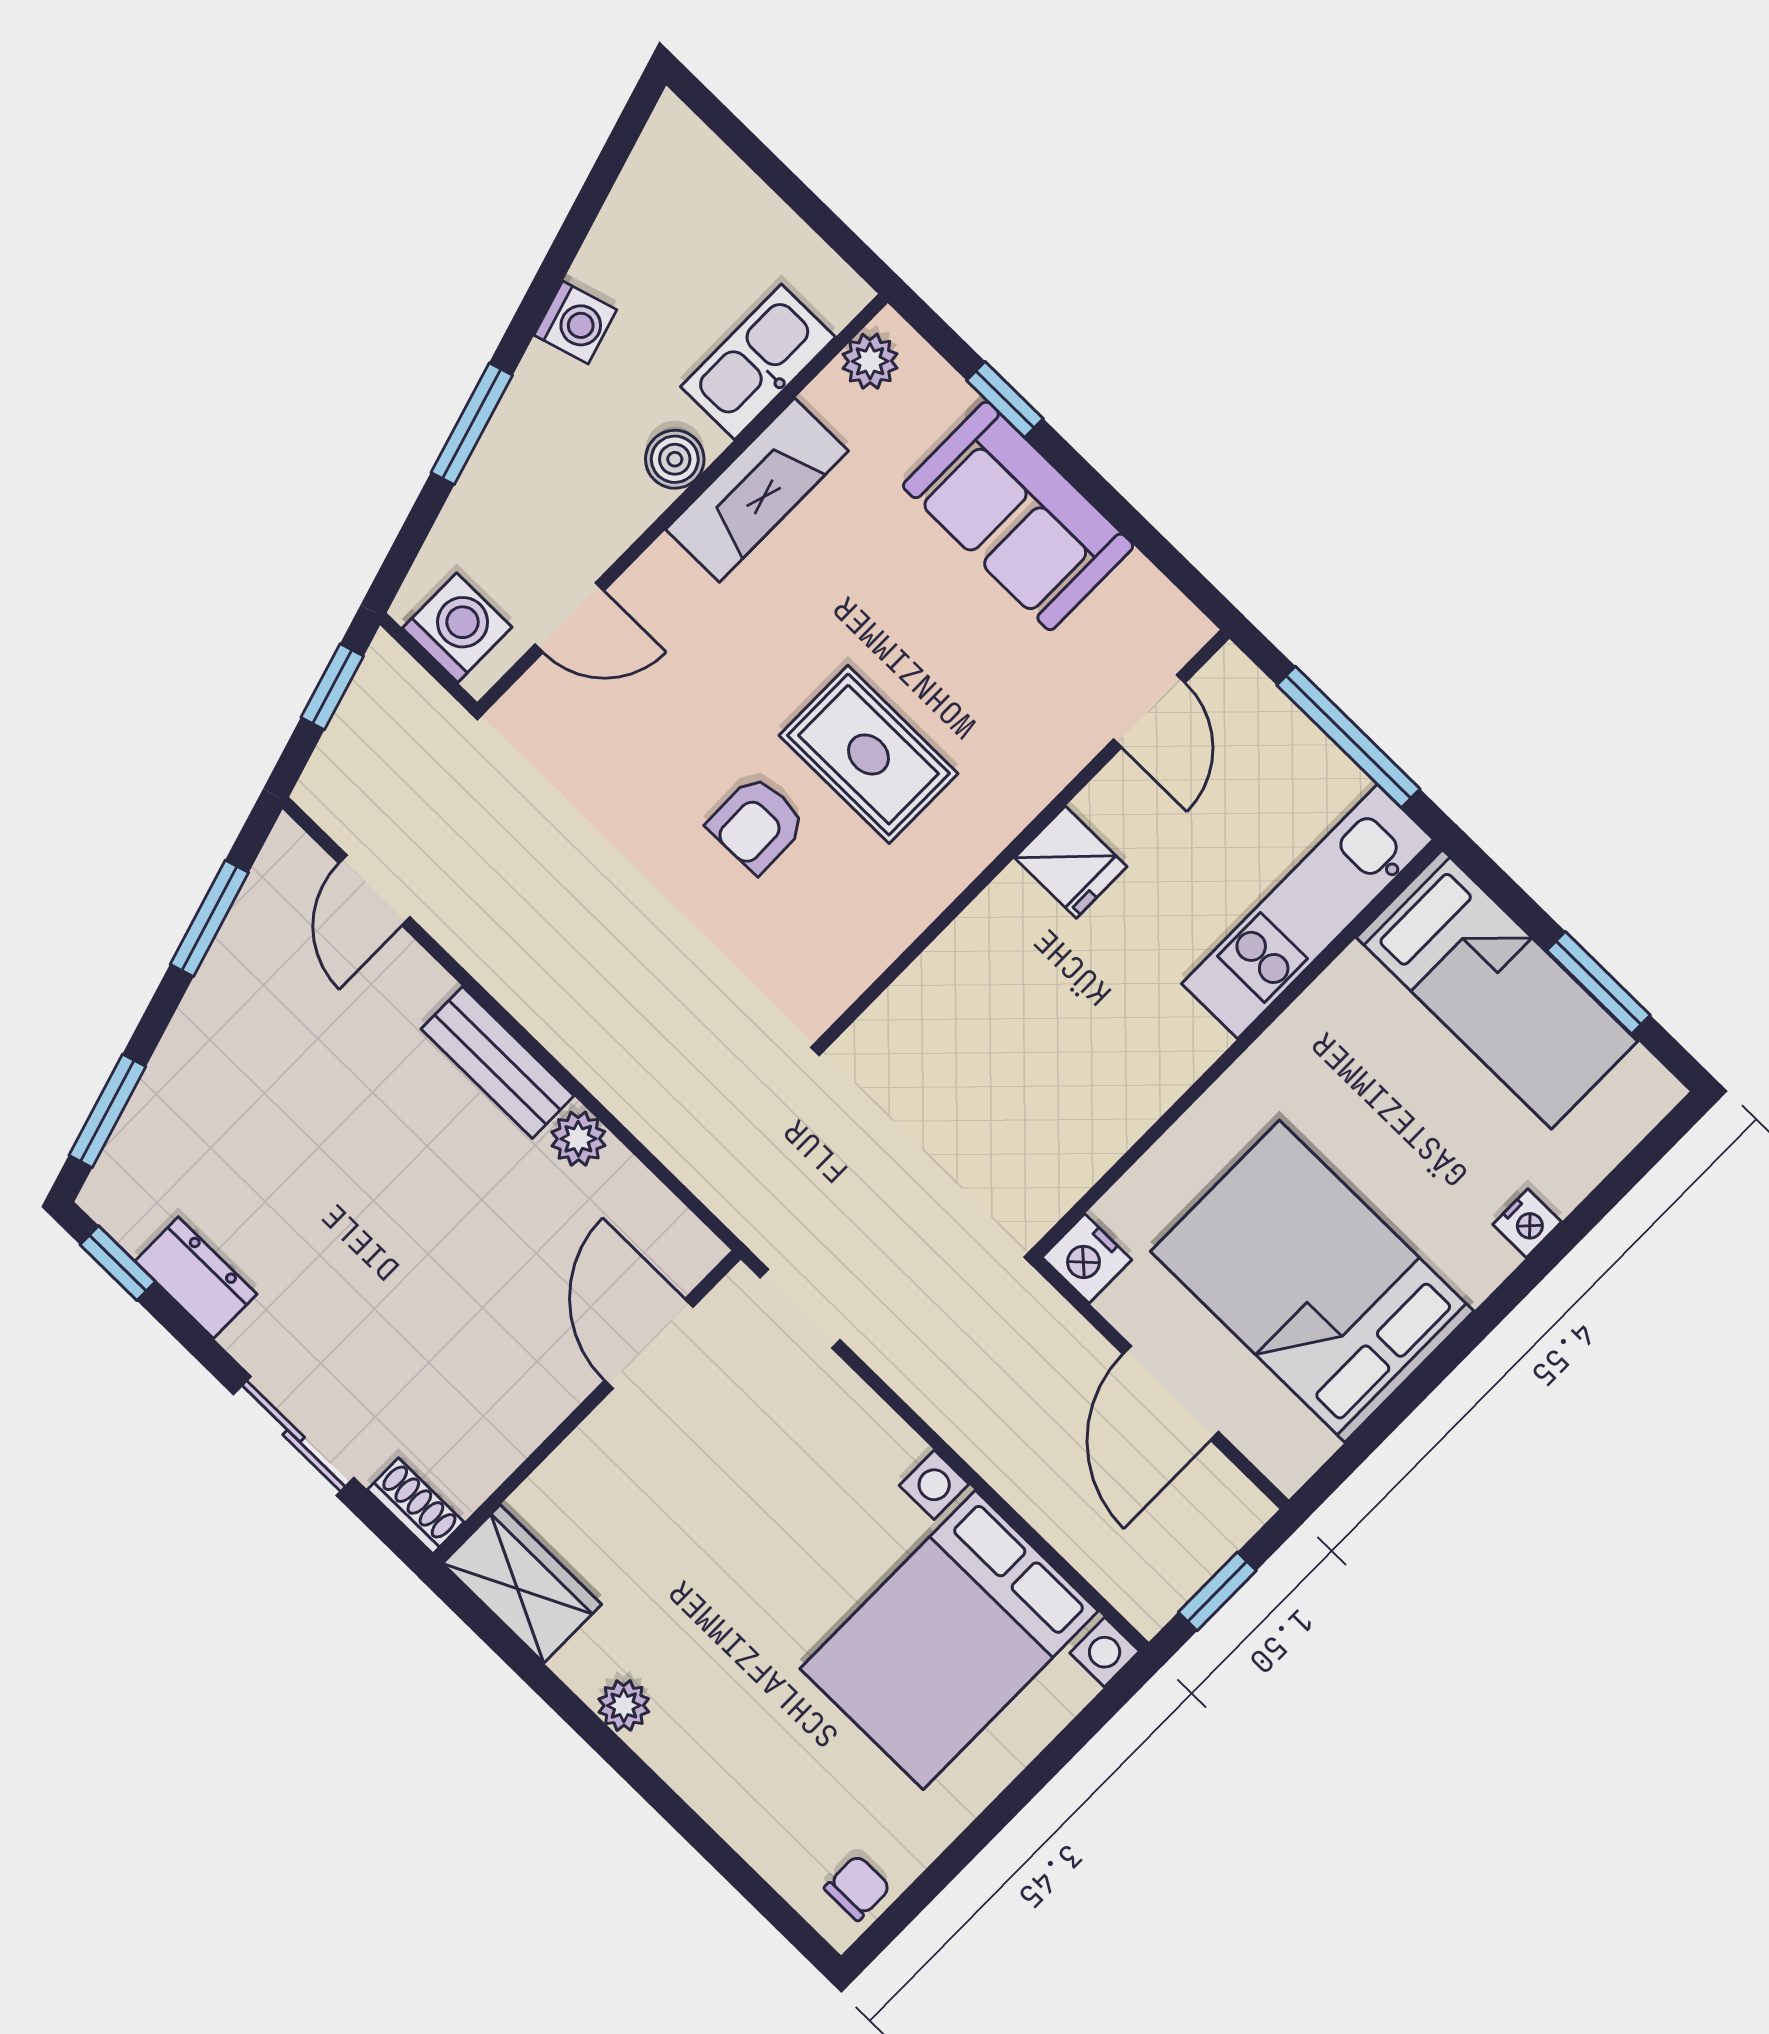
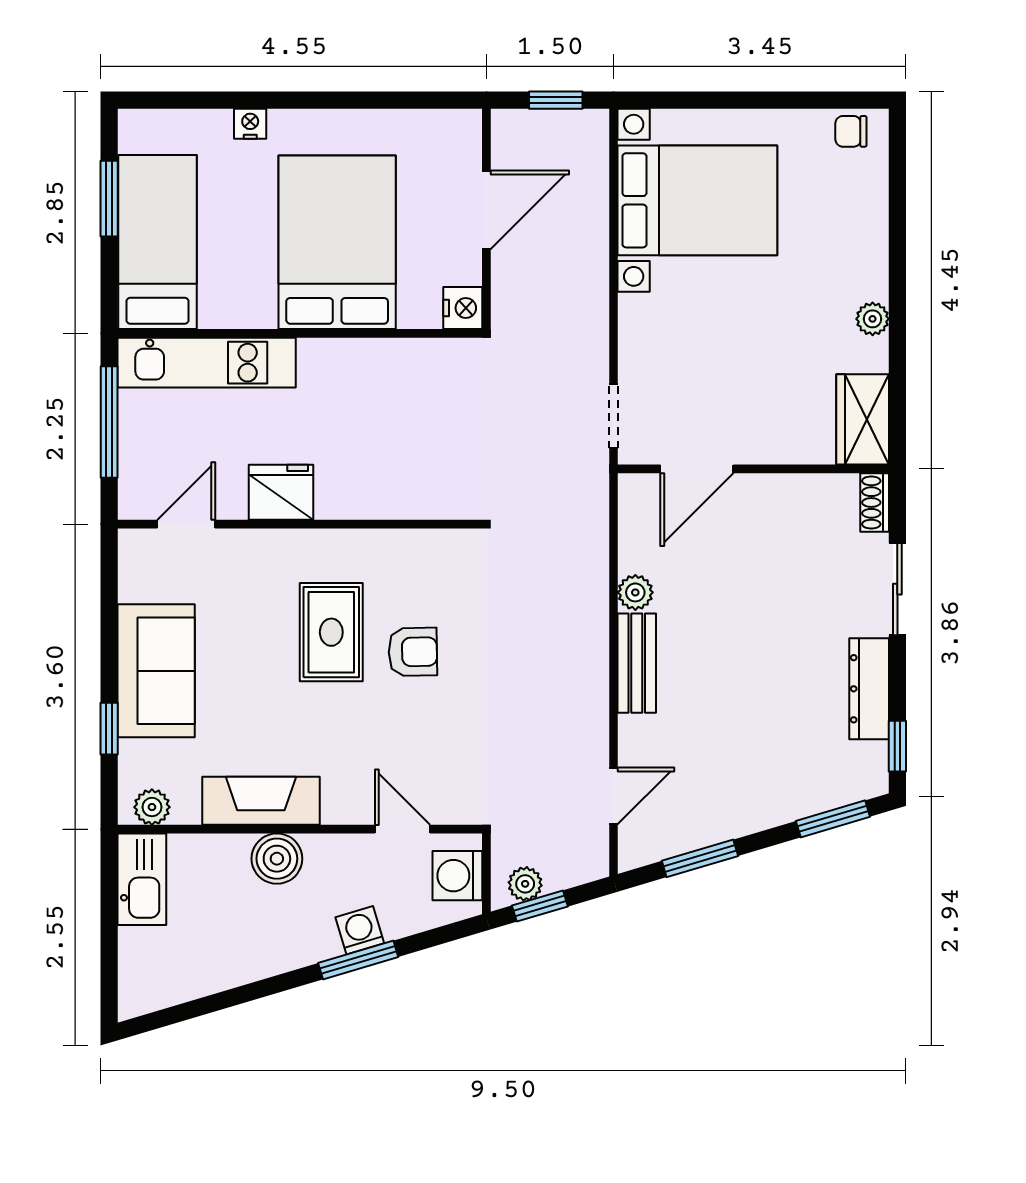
washing machine: (575, 322) -> (360, 930), moved
kitchen sink: (758, 362) -> (142, 879), moved, turned -90
boiler: (675, 459) -> (277, 859), width x1.36, depth x1.36
plant: (373, 695) -> (525, 884), added
fridge: (1071, 862) -> (281, 492), width x1.38
dresser: (196, 1278) -> (869, 689), width x1.44
bed: (1312, 1281) -> (337, 242), moved, turned 180

